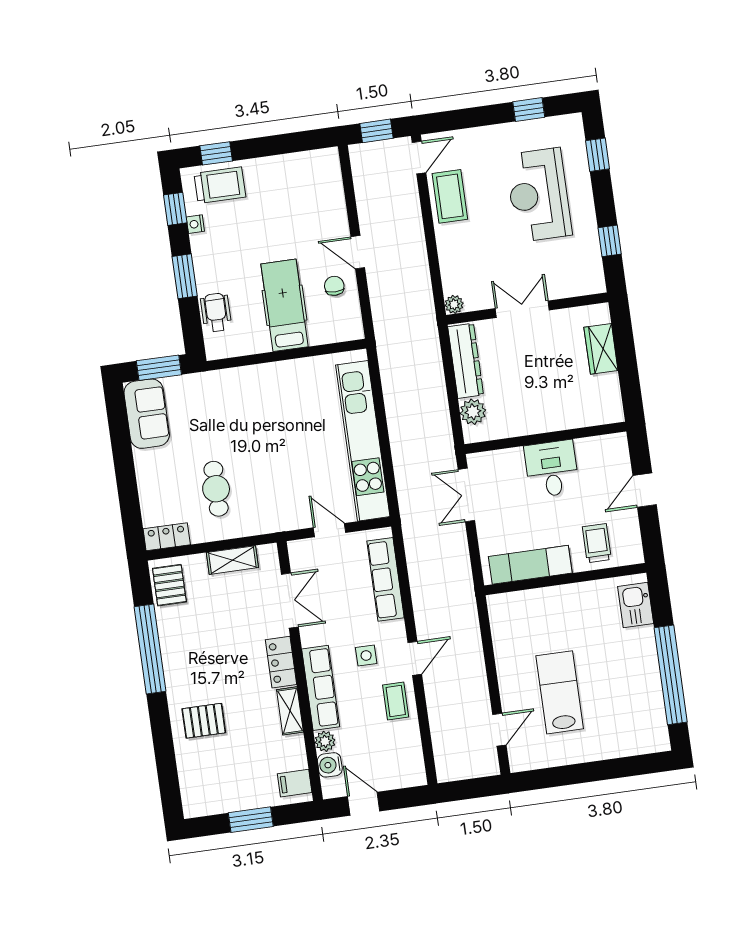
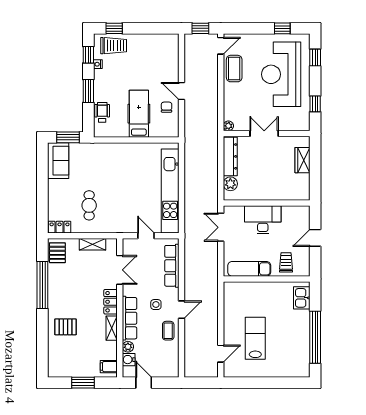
reception desk: (539, 195) -> (281, 74), width x1.36, depth x1.30
desk: (552, 469) -> (263, 220), width x1.37

